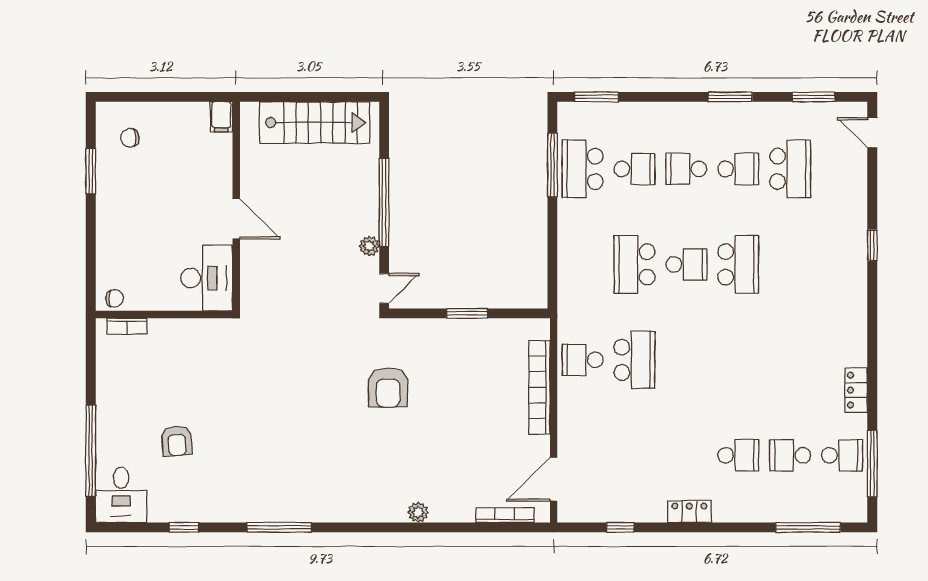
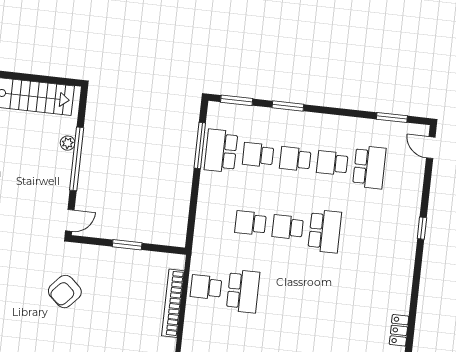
window: (730, 97) -> (288, 106), moved
school desk: (634, 169) -> (258, 155), turned 180
school desk: (738, 169) -> (332, 163), turned 180
plant: (369, 246) -> (68, 143), moved
school desk: (634, 264) -> (251, 223), width x0.54
school desk: (686, 264) -> (288, 227), turned 180
armchair: (388, 387) -> (65, 292), turned 42

